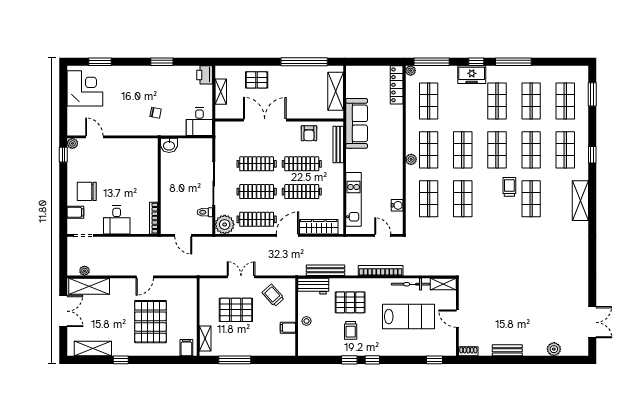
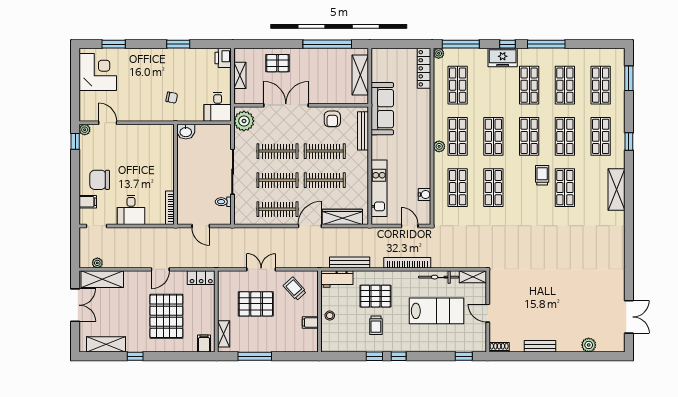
plant: (225, 225) -> (244, 121), moved
locker: (184, 285) -> (201, 278), added

